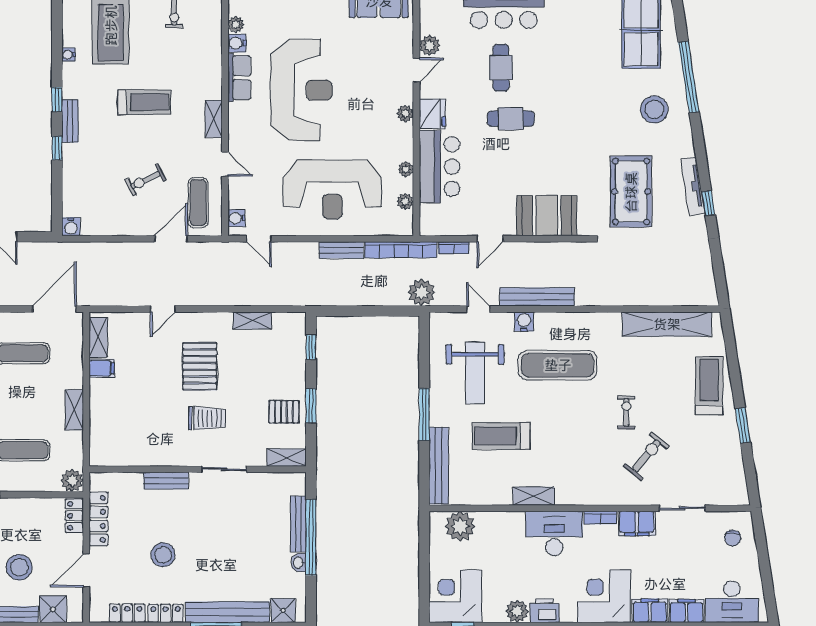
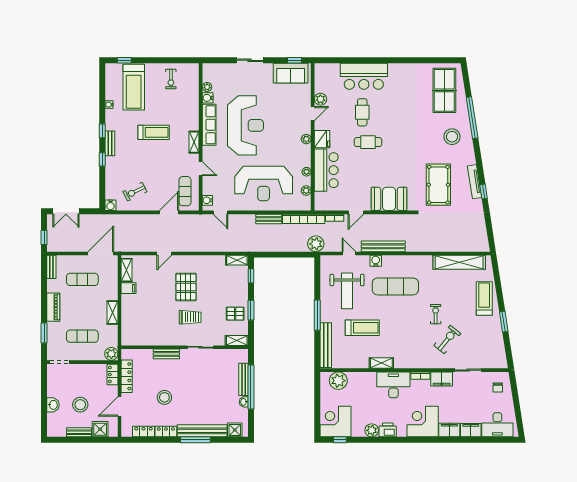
row of seats: (239, 78) -> (209, 125), width x1.48
exercise bike: (145, 180) -> (135, 192), moved
shelving: (252, 321) -> (237, 260), moved
treadmill: (501, 436) -> (362, 328), turned 180

